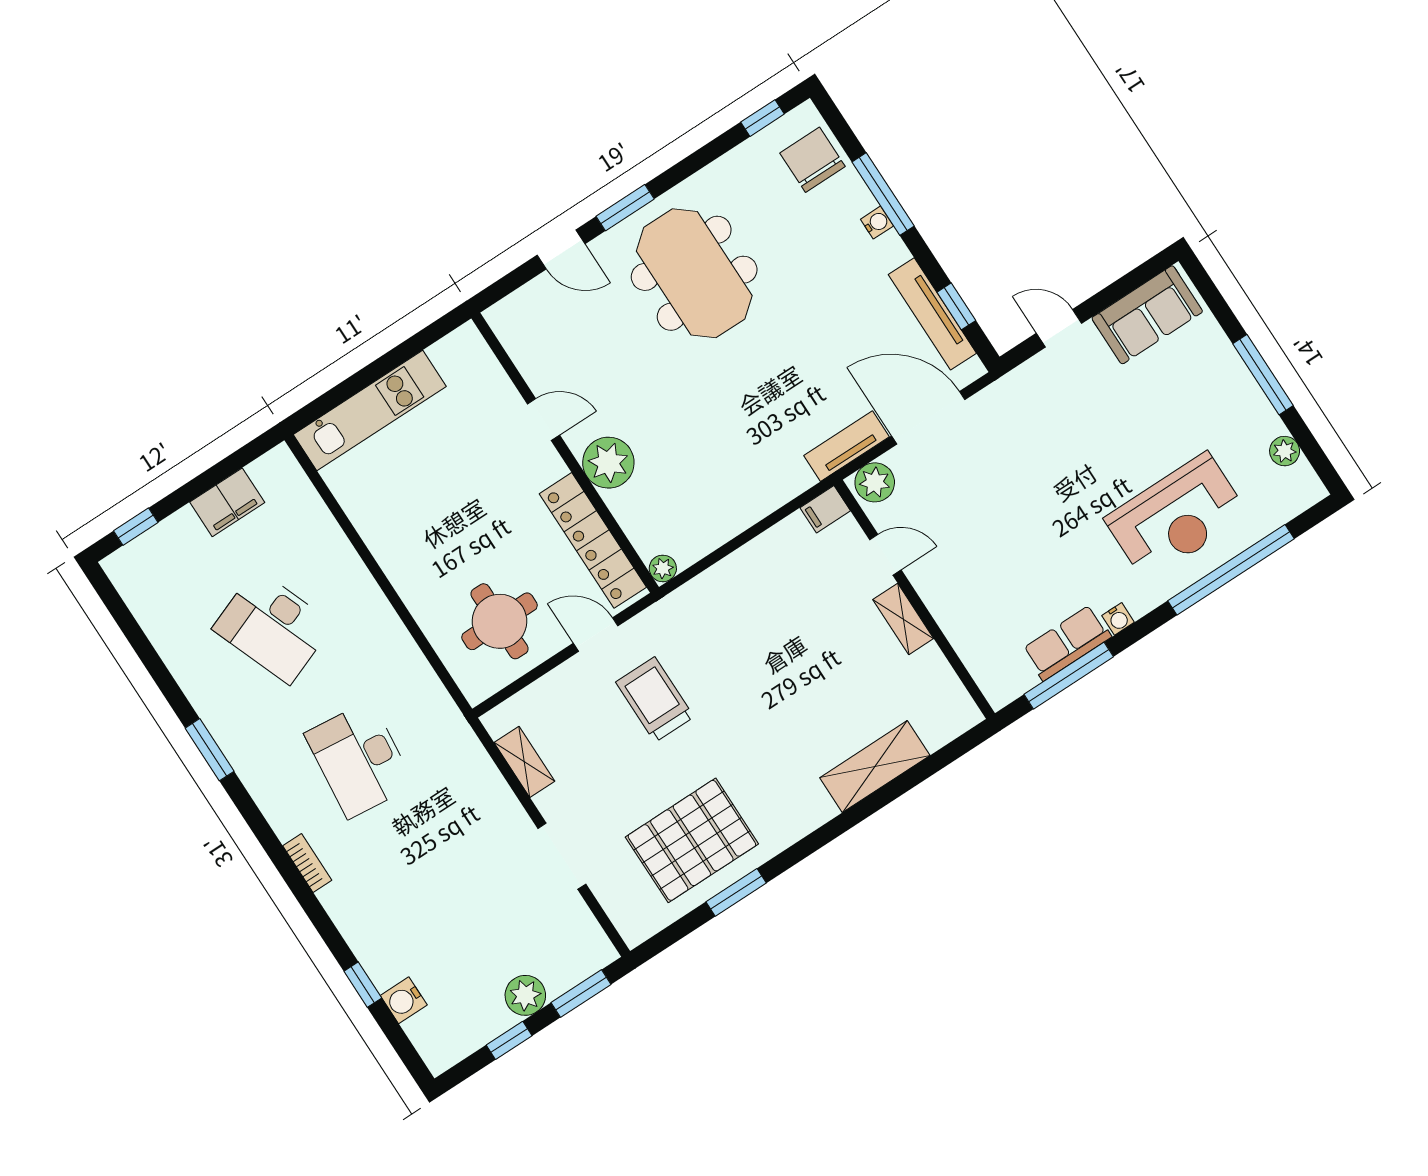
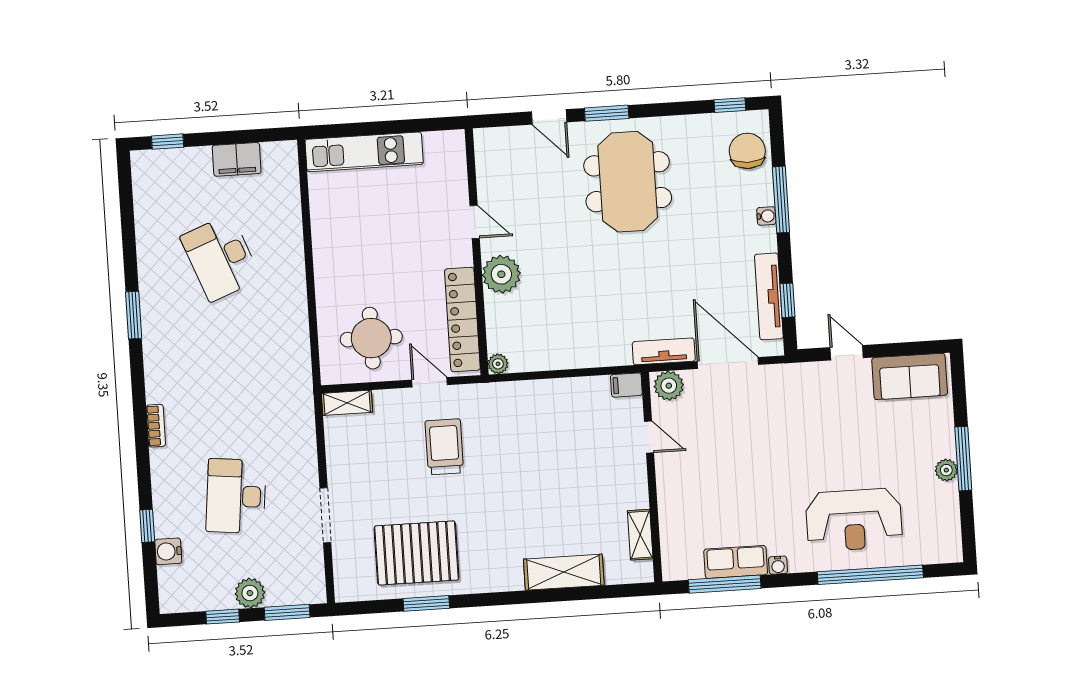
plant: (1285, 451) -> (946, 470), moved
shelving: (903, 619) -> (640, 535), moved
desk: (359, 759) -> (236, 496), moved
shelving: (524, 762) -> (347, 403), moved, turned 90

